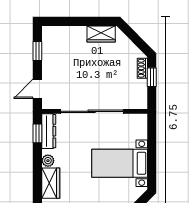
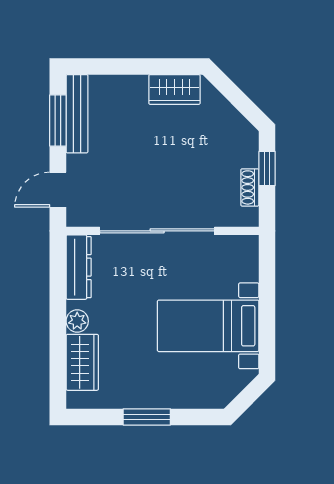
bench: (48, 47) -> (77, 114), added
window: (37, 51) -> (58, 120), width x1.50
shoe rack: (142, 68) -> (250, 187), moved
window: (37, 133) -> (58, 271), removed

